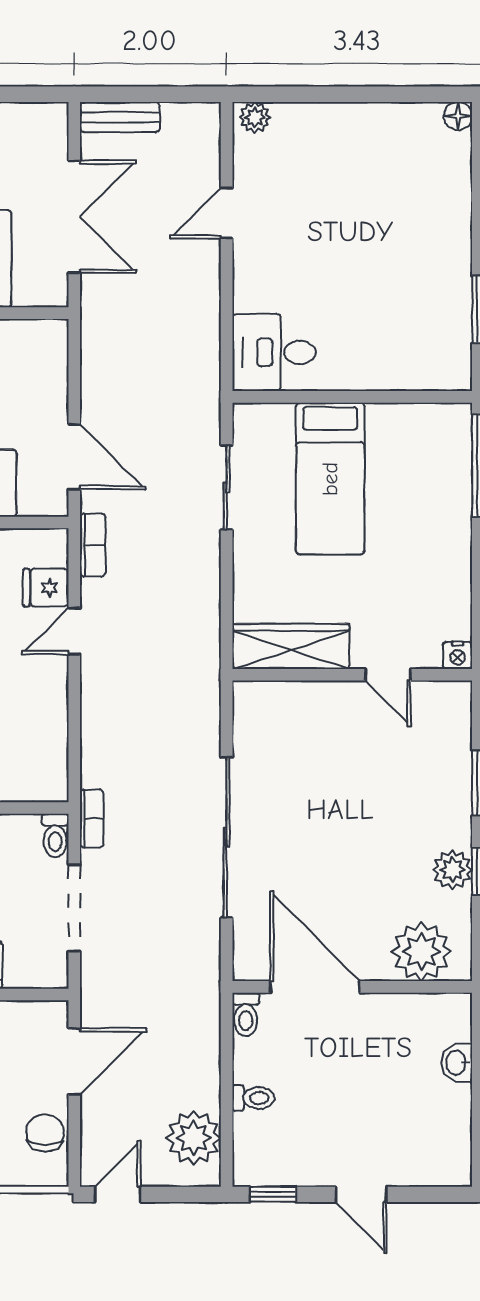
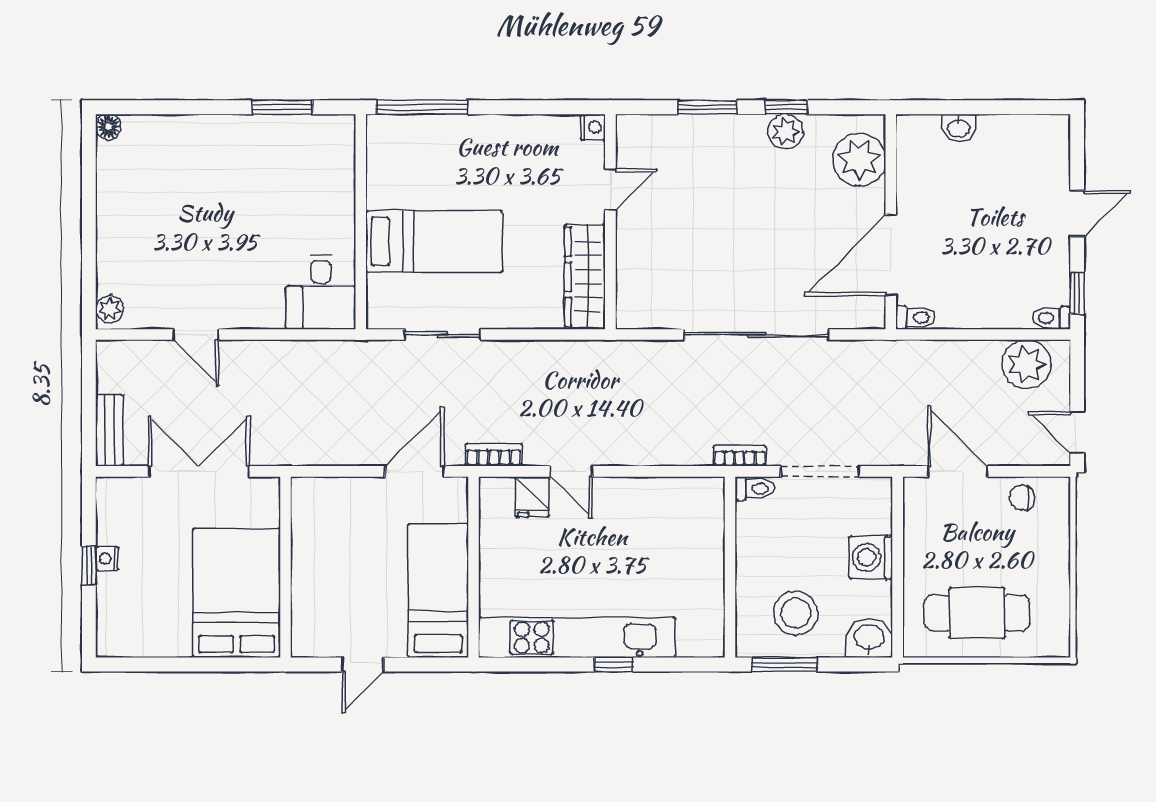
toilet: (253, 1098) -> (1051, 318), moved, turned -90
chair: (45, 1133) -> (1022, 498), width x0.73, depth x0.73

